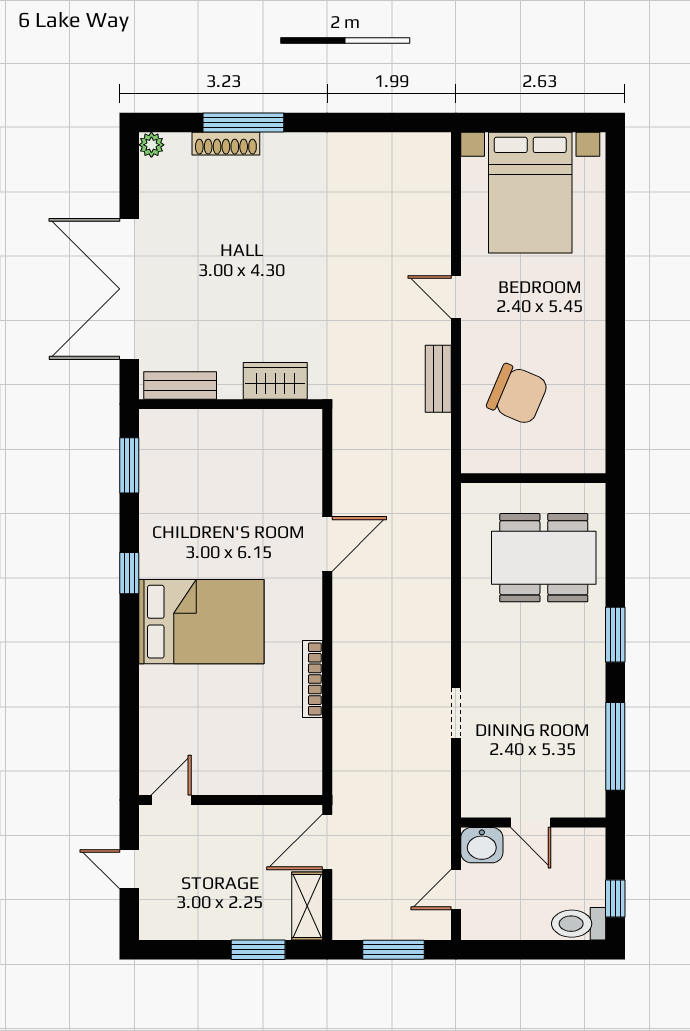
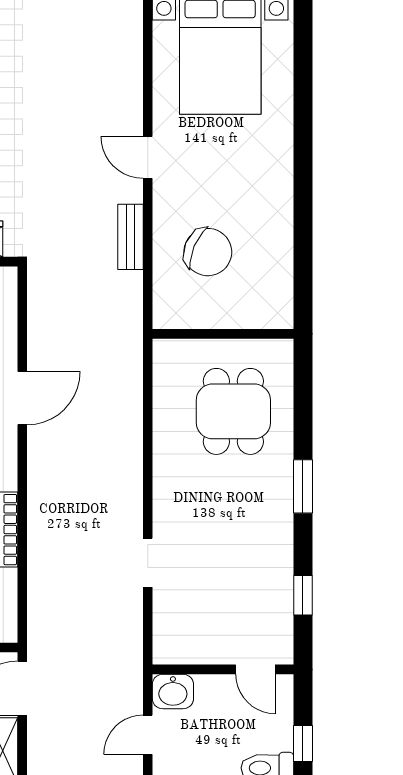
dining table: (544, 558) -> (233, 411), width x0.73
window: (615, 746) -> (303, 595), width x0.46
door: (531, 823) -> (255, 669), moved

